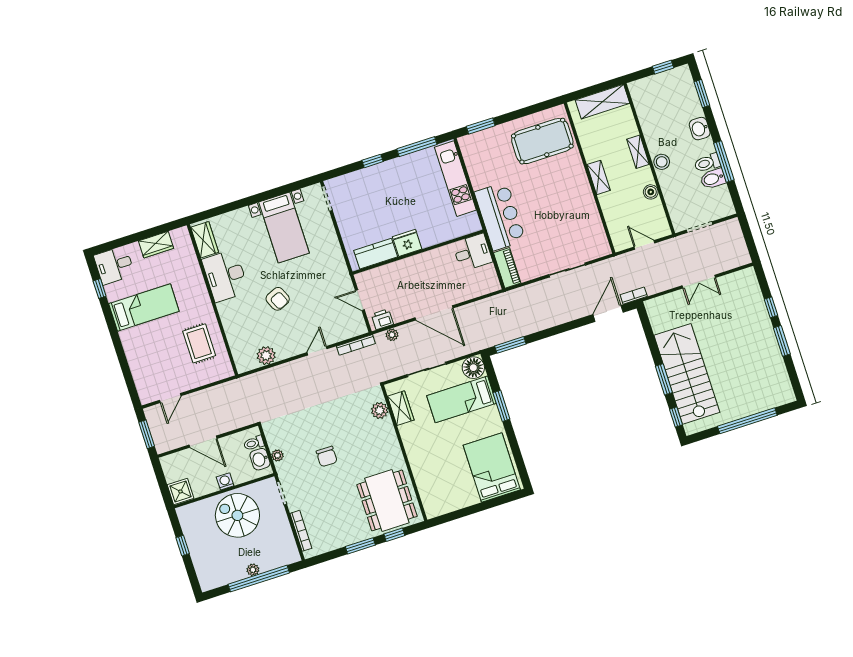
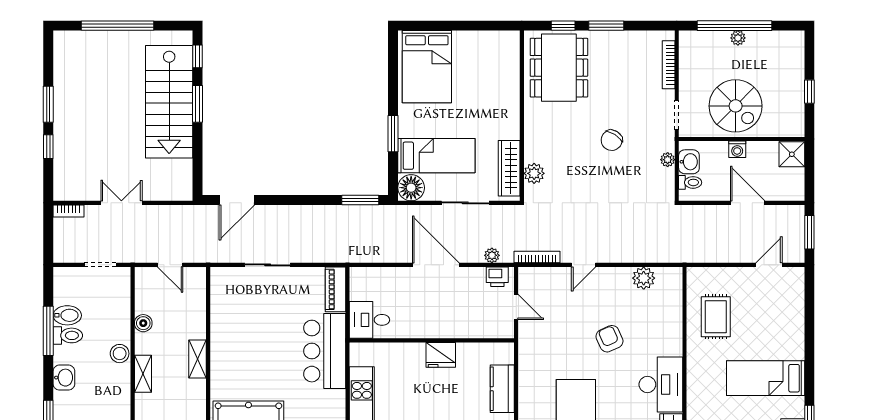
kitchen counter: (376, 254) -> (502, 389), moved, turned 90
bookcase: (634, 296) -> (68, 211), moved
wardrobe: (401, 408) -> (509, 168), width x1.50
chair: (327, 456) -> (612, 140), turned -147

